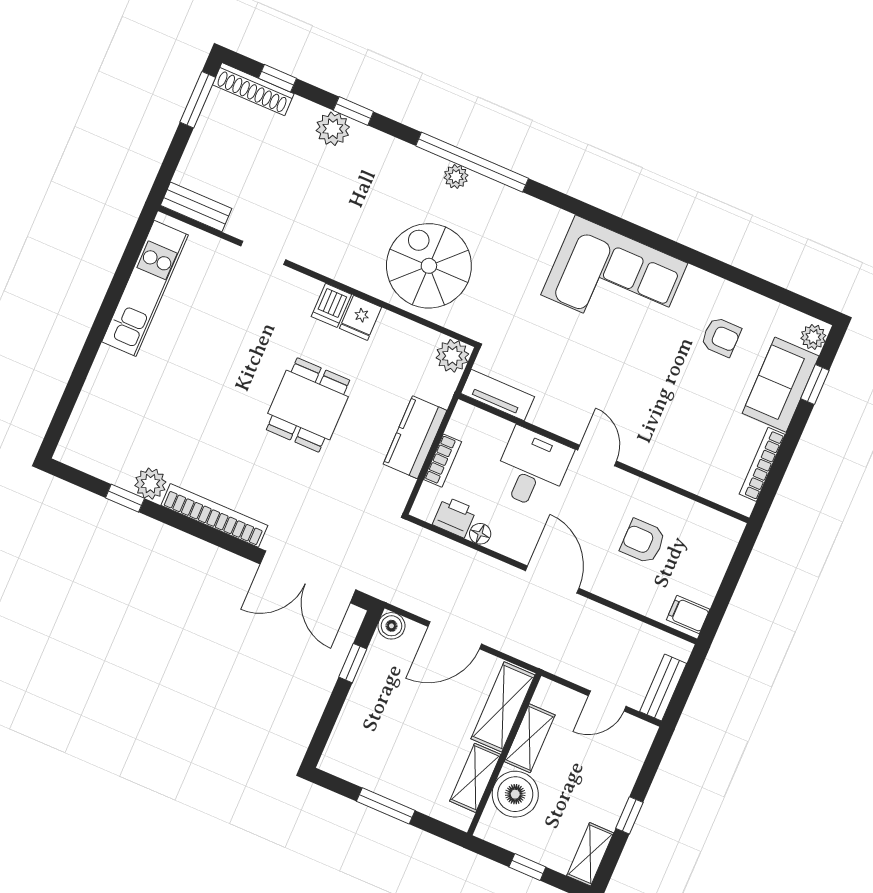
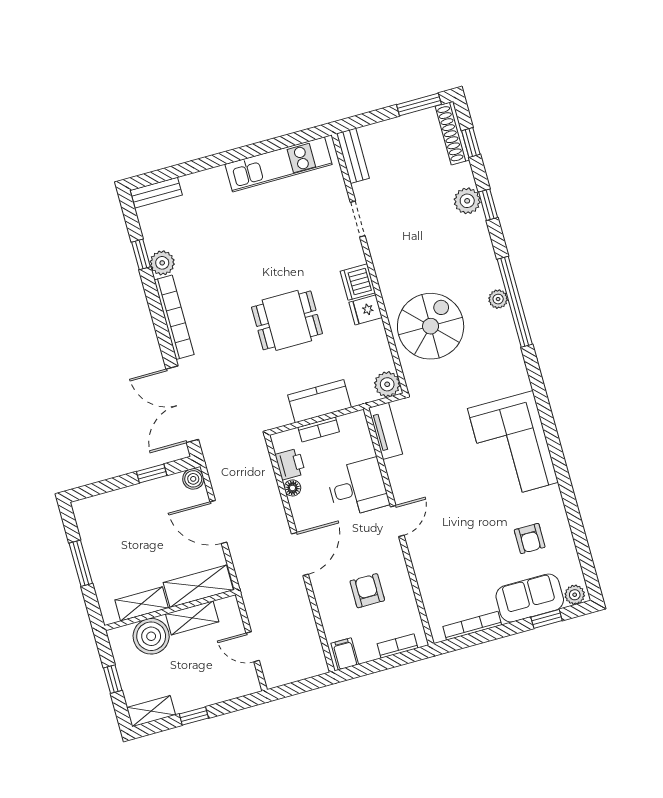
dishwasher: (331, 305) -> (358, 282), width x1.38
bookcase: (723, 555) -> (398, 646), added
bench: (663, 688) -> (156, 193), moved

